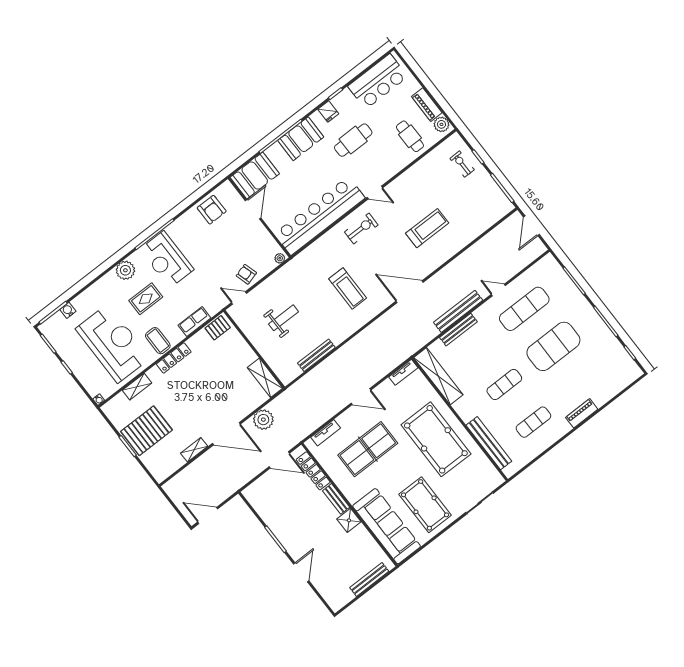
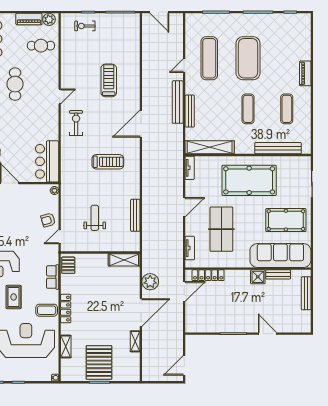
bar counter: (320, 216) -> (47, 161), width x0.54
bench: (336, 499) -> (278, 274), moved

